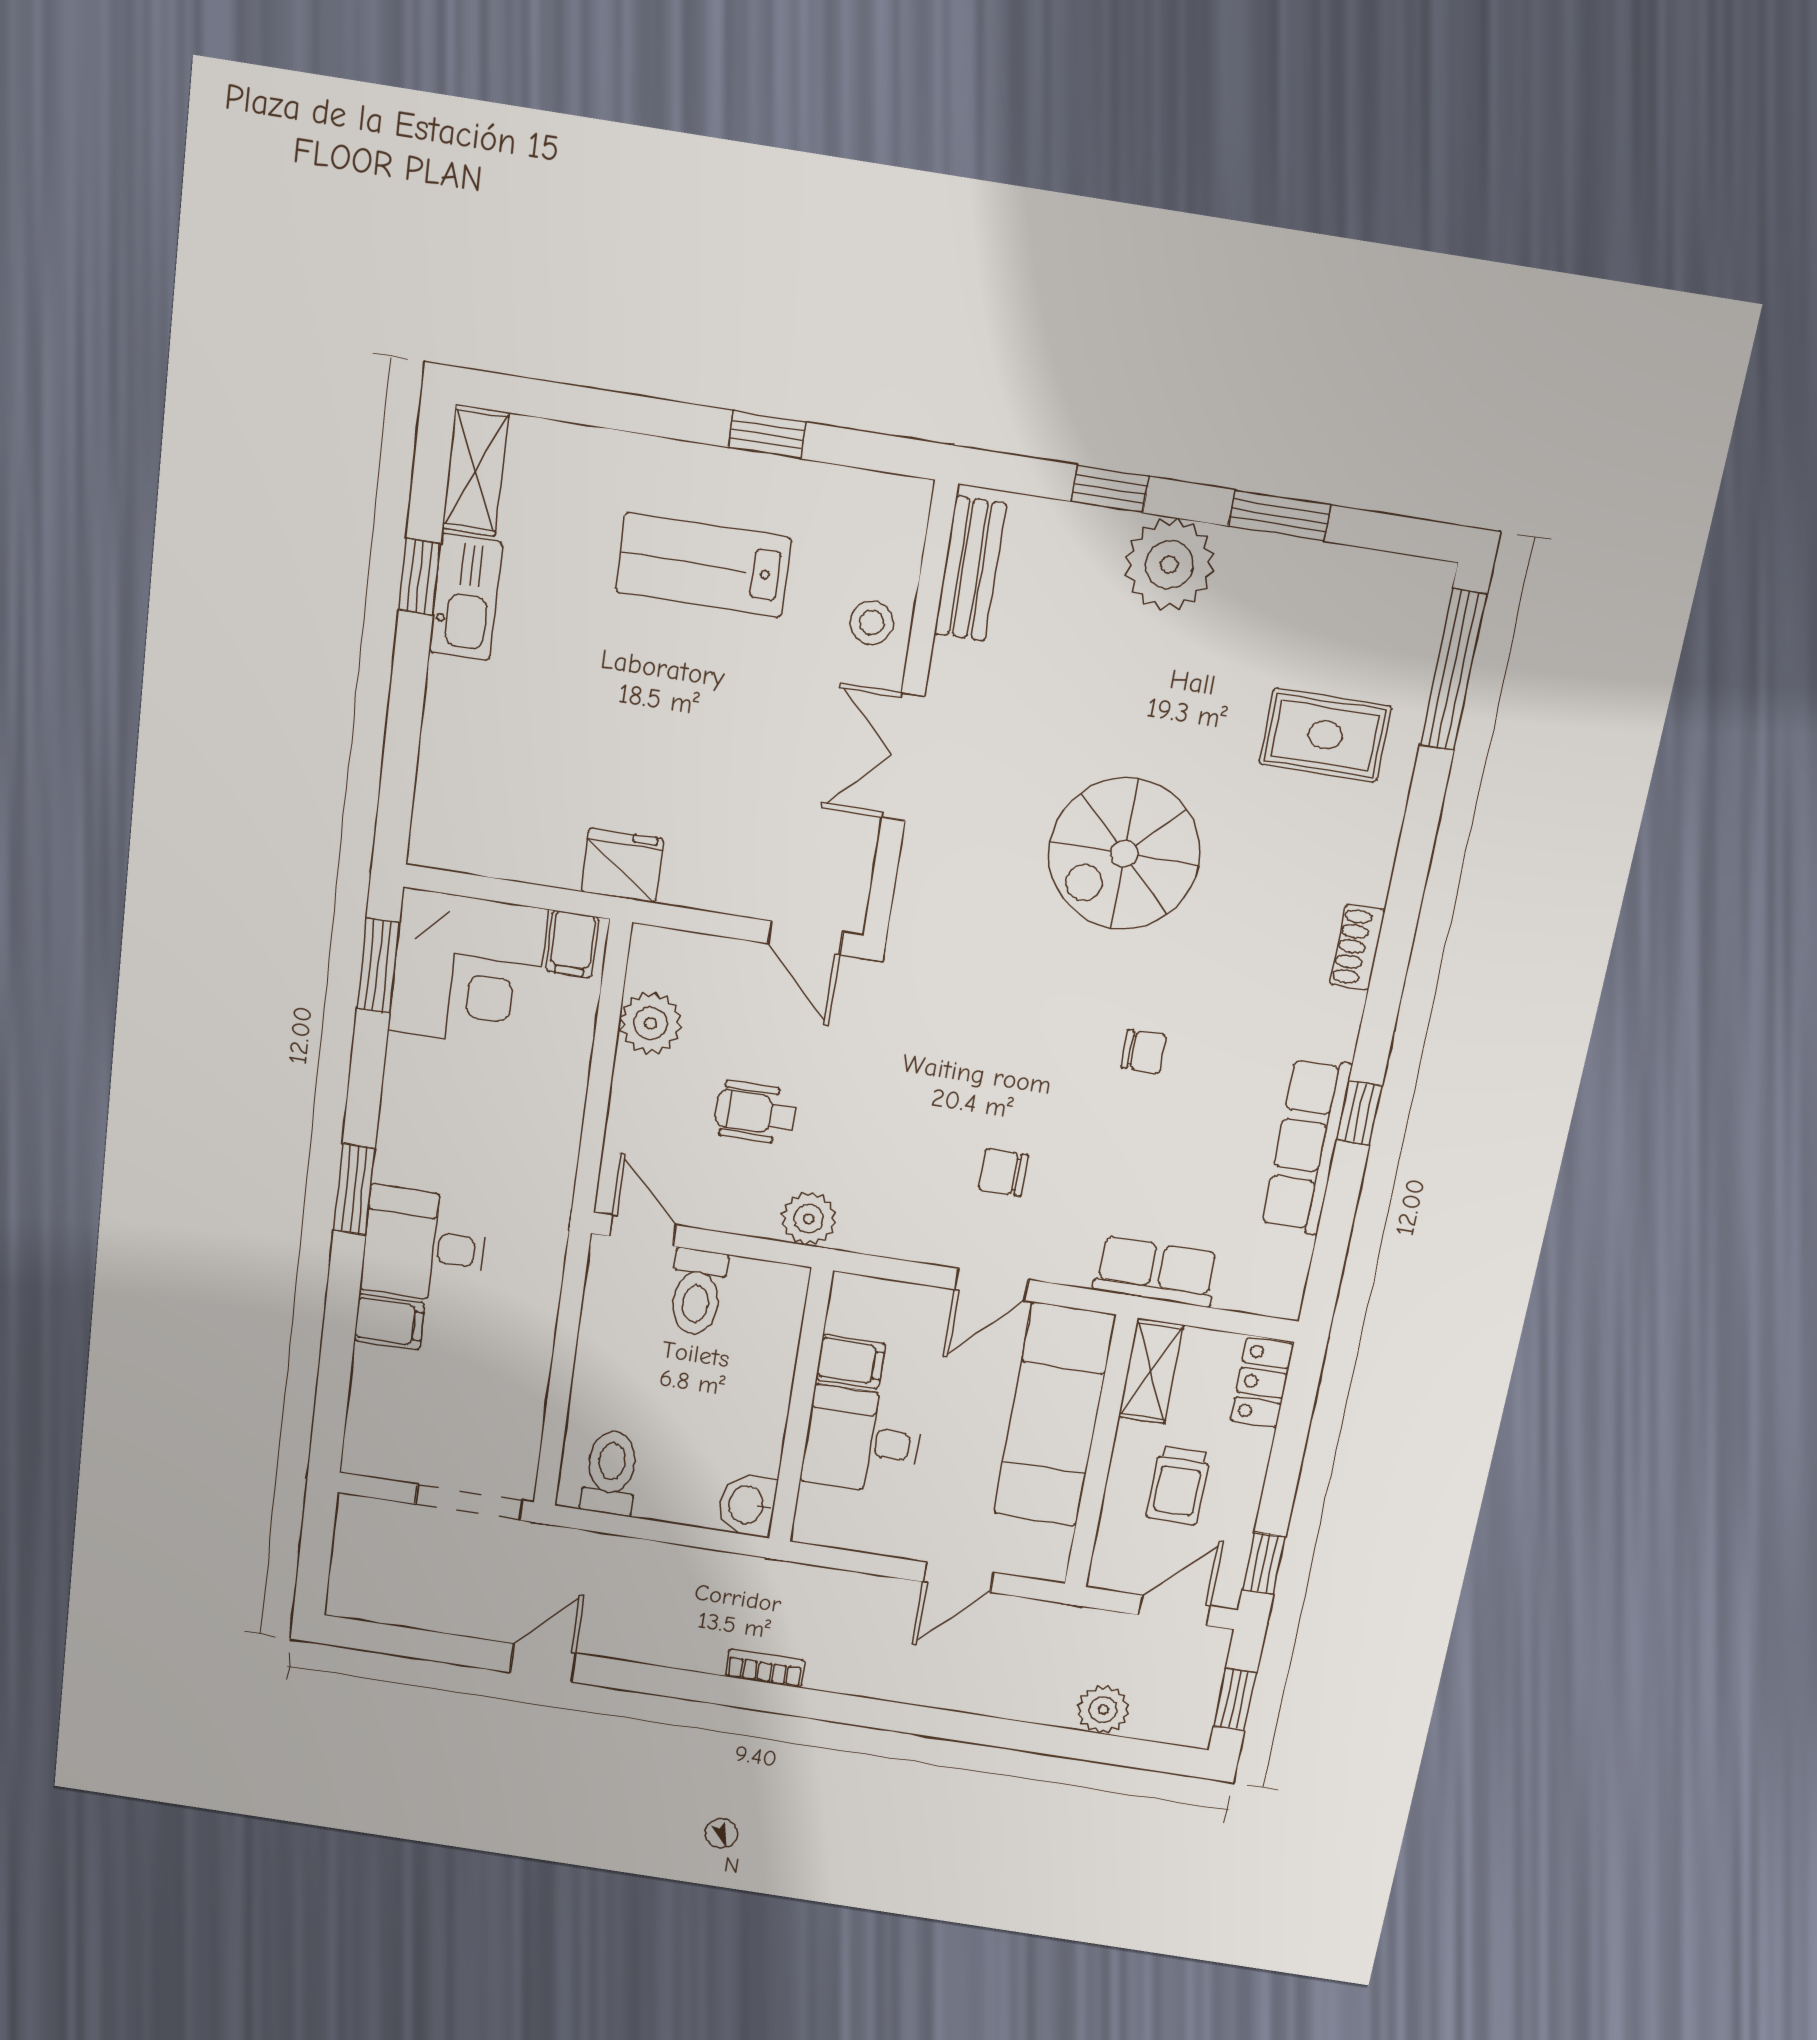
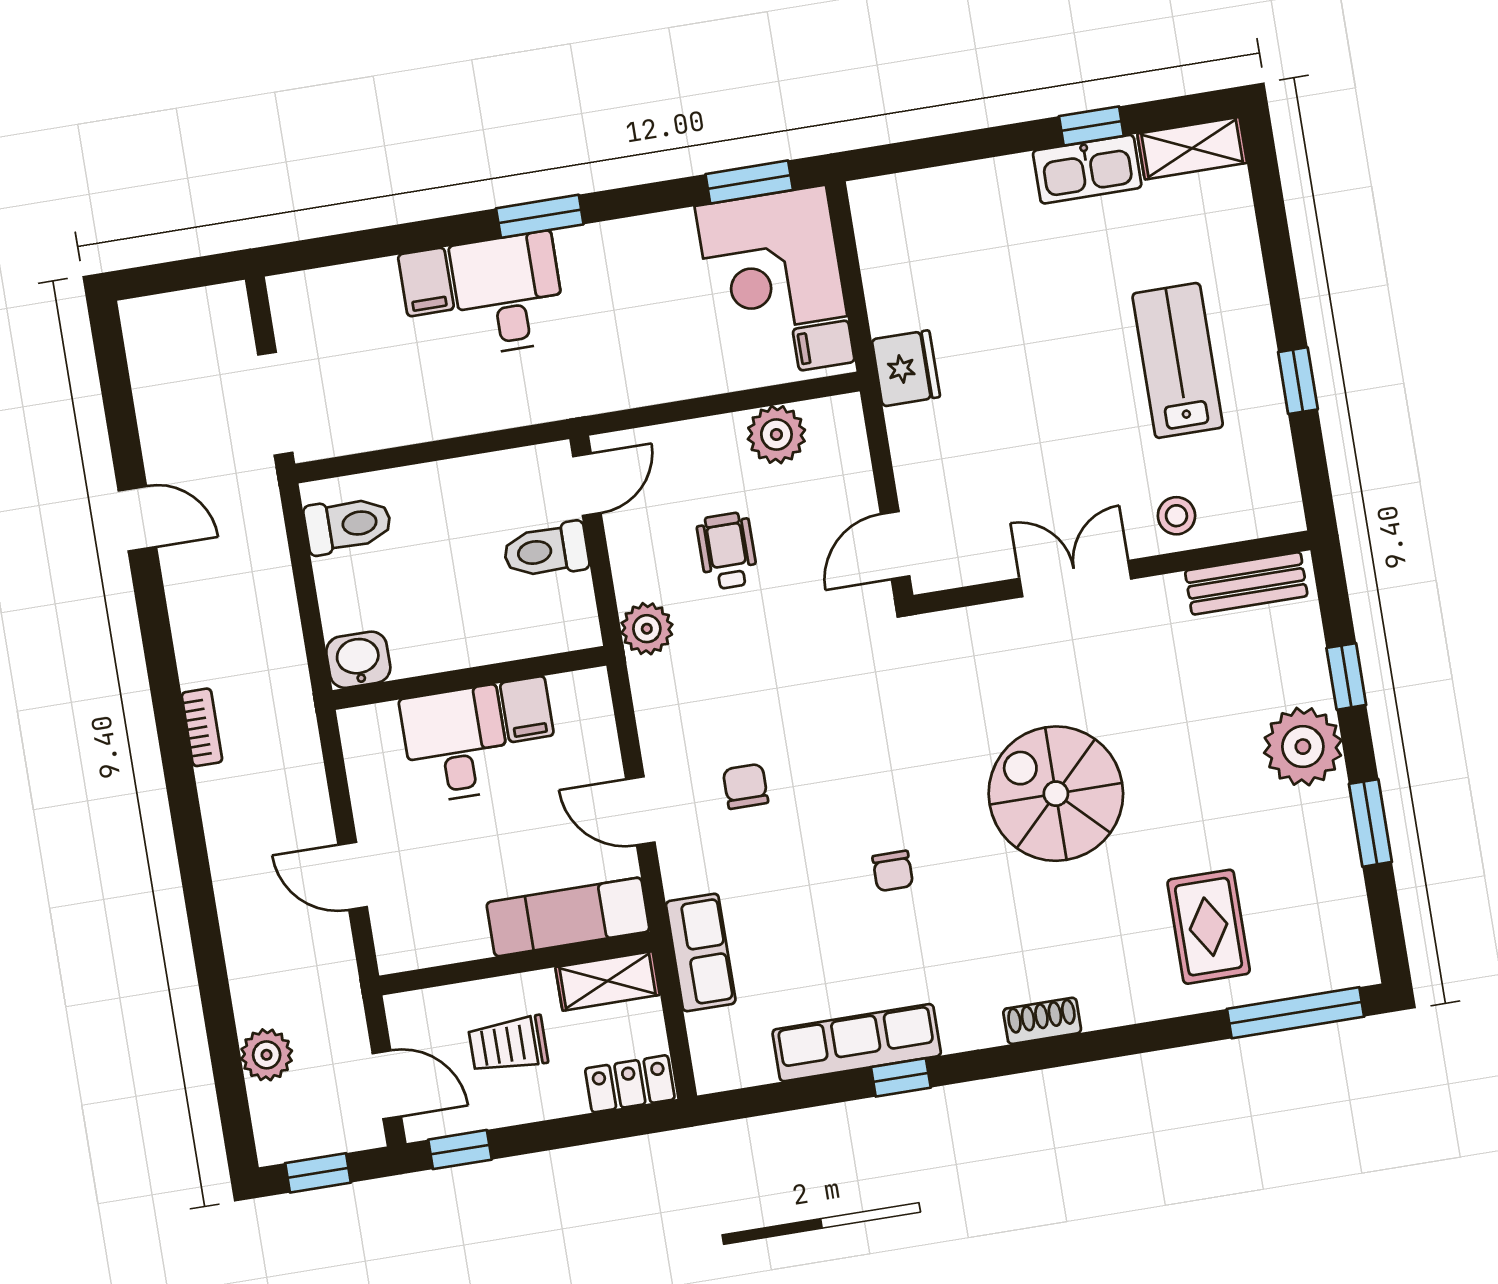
exam couch: (1054, 1415) -> (568, 917), width x0.73, depth x0.69

